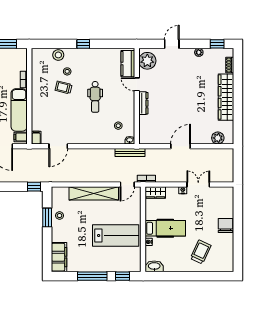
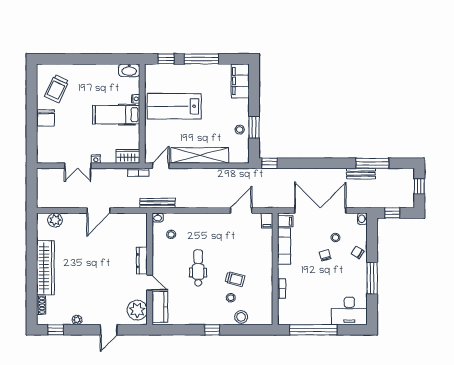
exam couch: (19, 110) -> (284, 246), width x0.73, depth x0.69
trolley: (201, 252) -> (57, 89), moved

